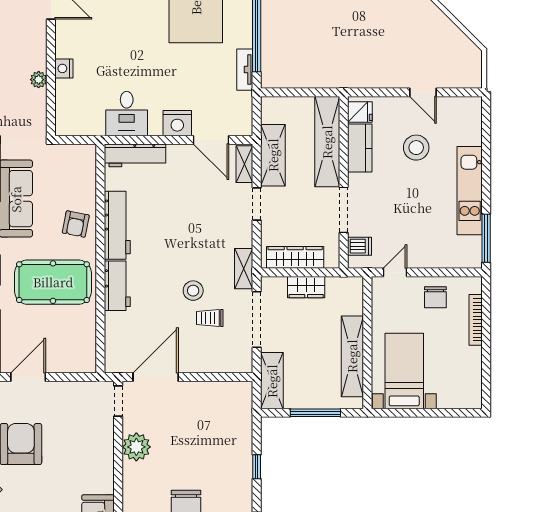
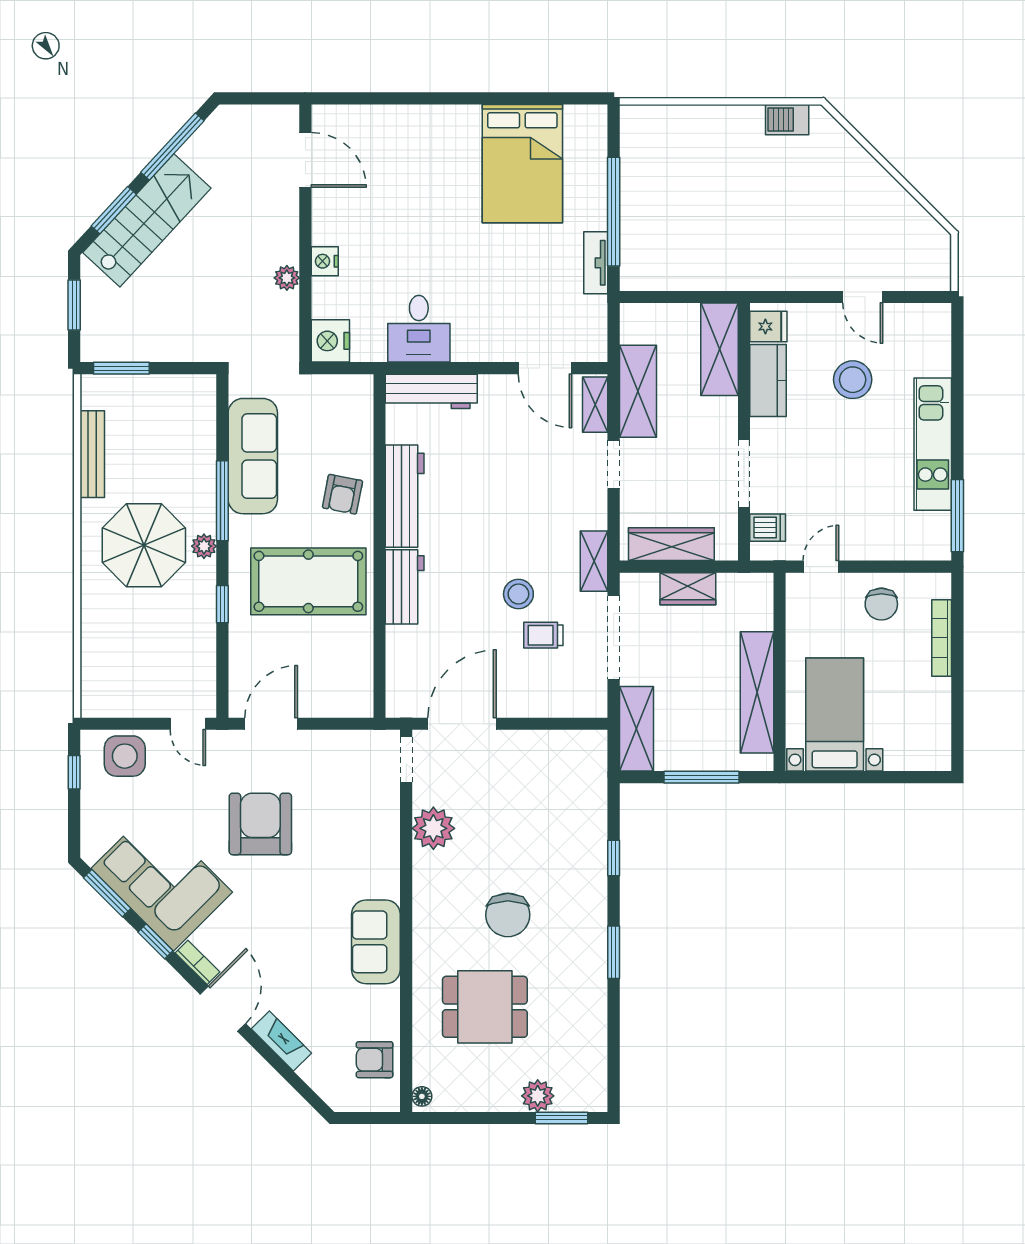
nightstand: (177, 123) -> (330, 341), moved, turned 90
shelving: (327, 142) -> (720, 349), width x0.68

